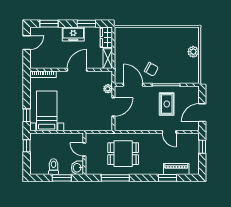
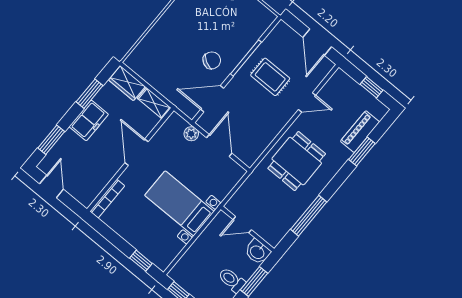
bed with nightstands: (47, 111) -> (179, 203), moved
window: (202, 147) -> (372, 87), moved
dining table: (123, 154) -> (297, 161), moved

